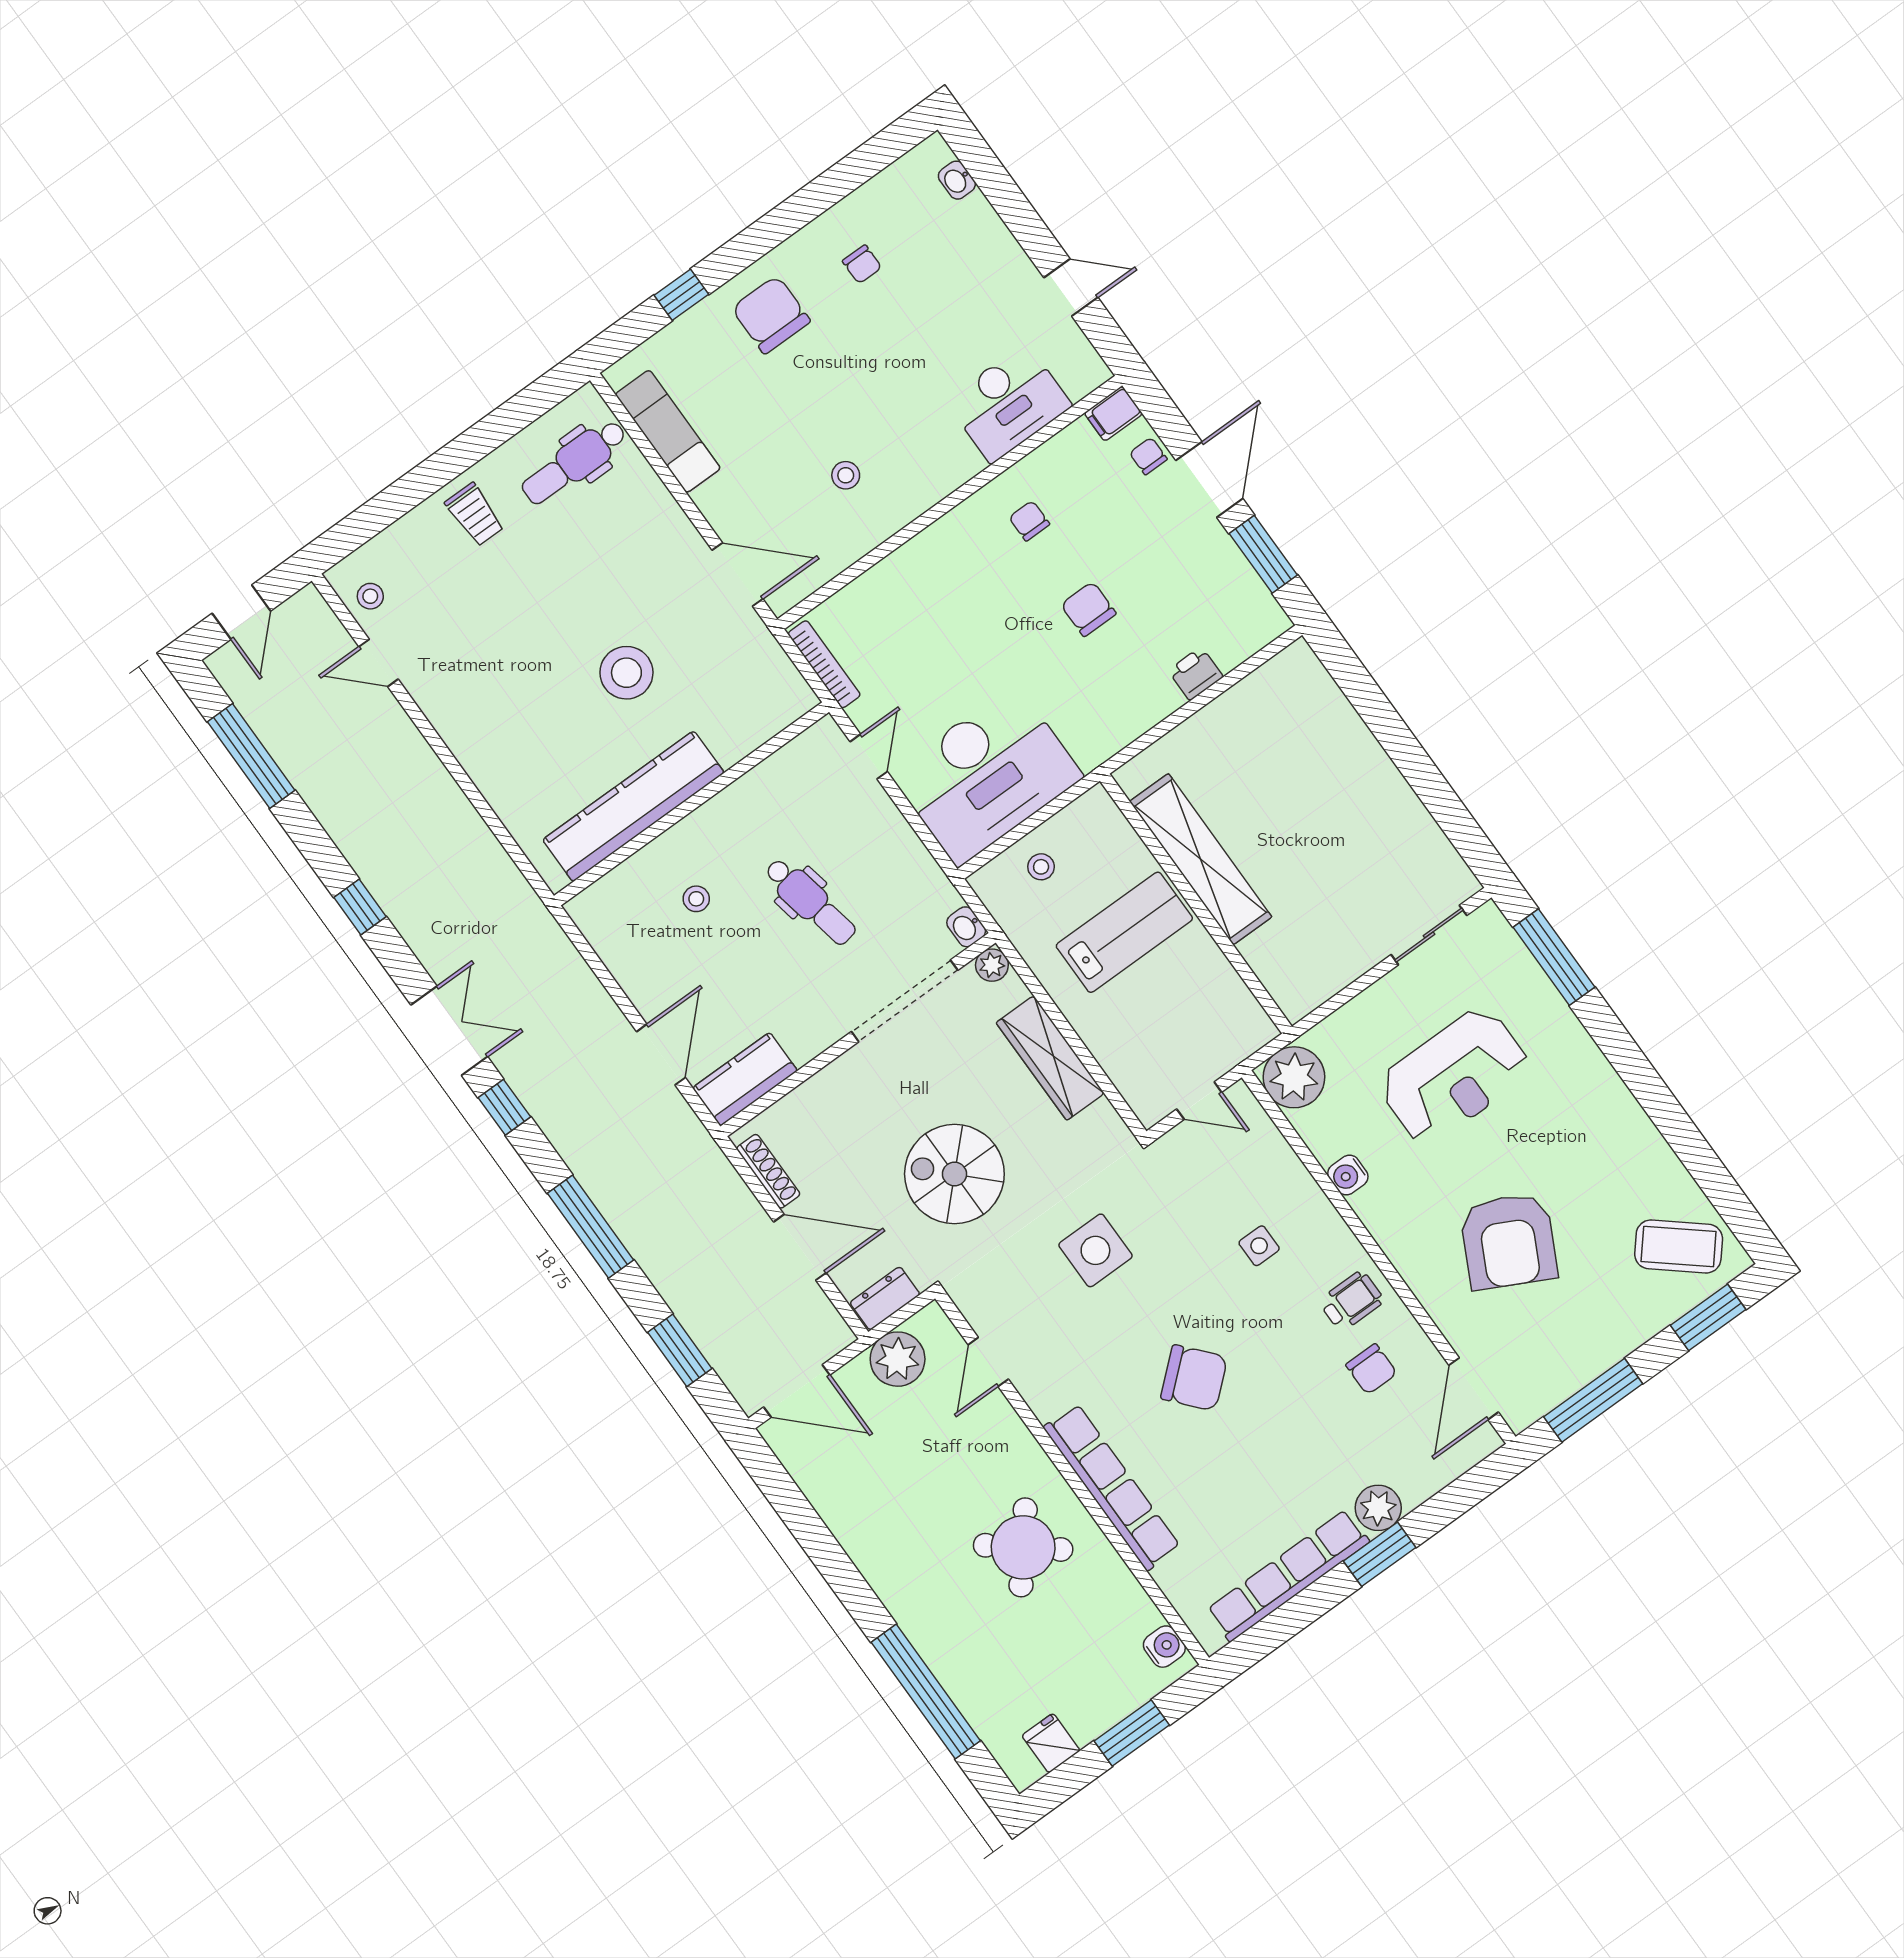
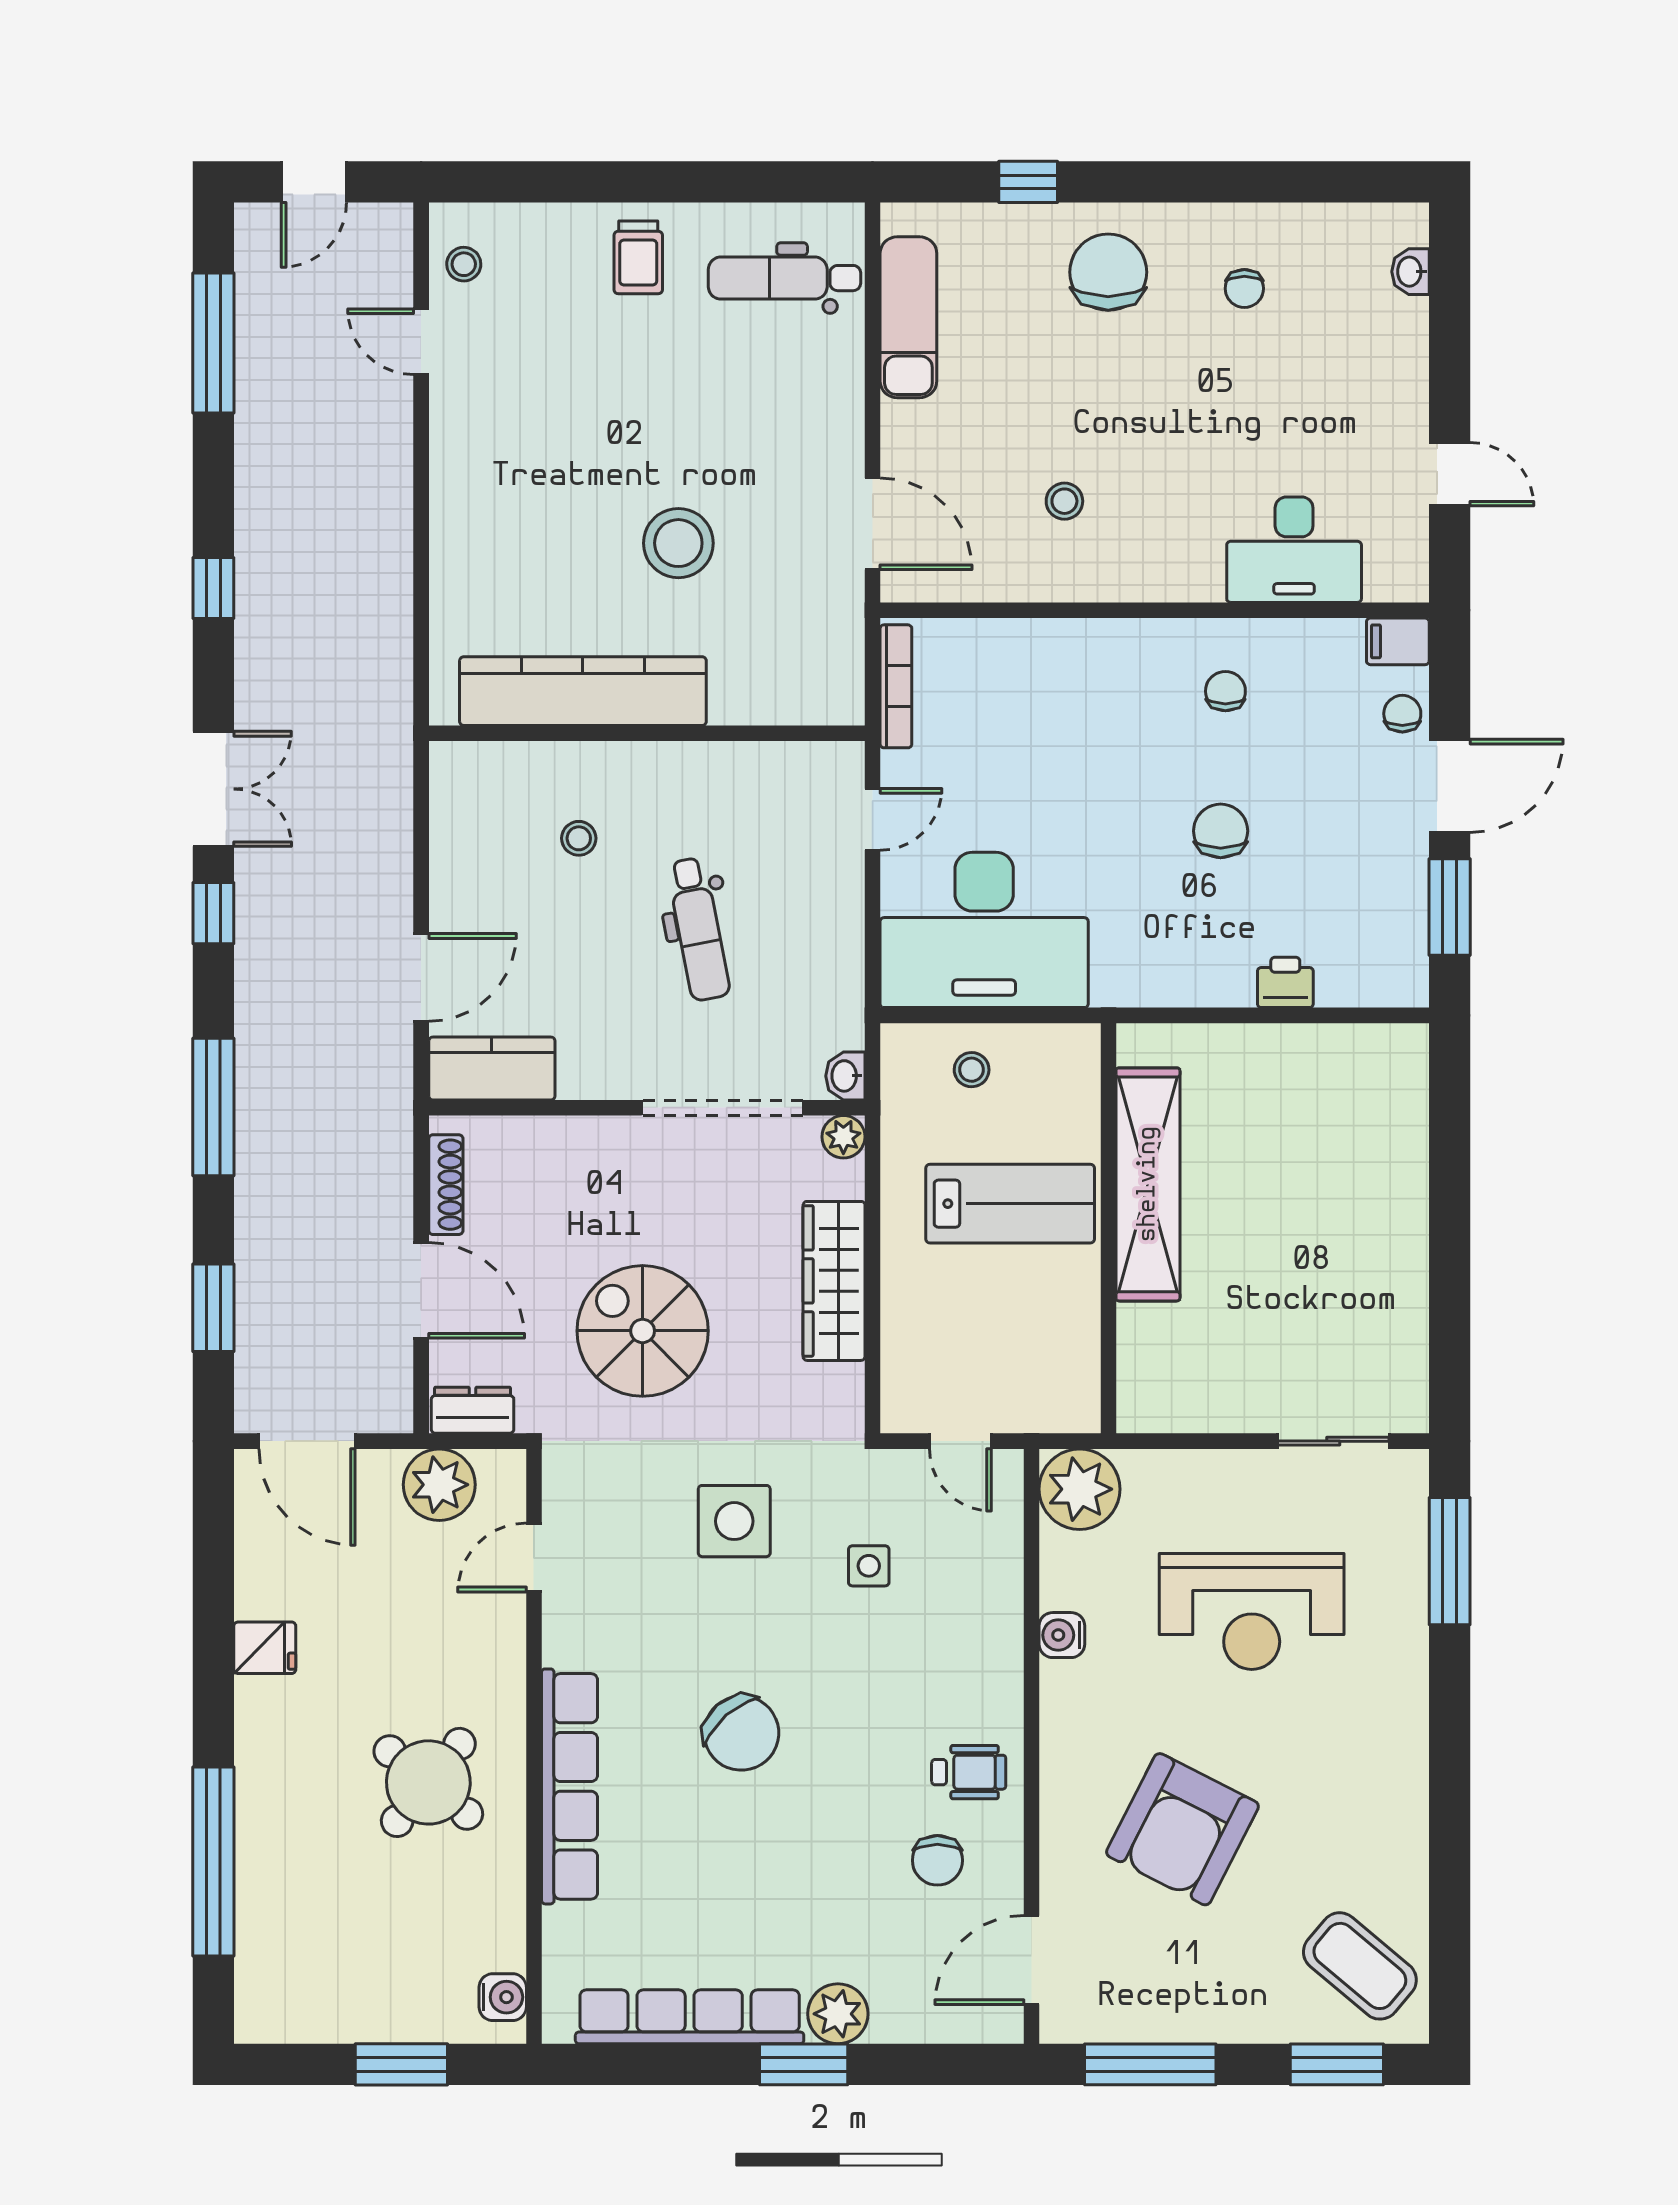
side table: (1259, 1246) -> (869, 1566), moved
fridge: (1051, 1743) -> (265, 1648), moved, turned 90

